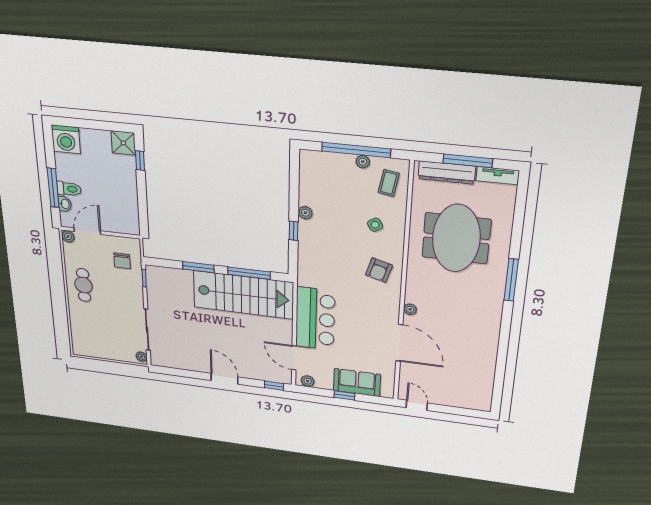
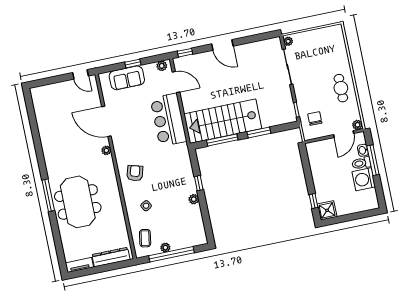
washing machine: (66, 139) -> (364, 179), moved, turned -90
window: (468, 161) -> (100, 269), removed
meeting table: (456, 238) -> (78, 202), moved

